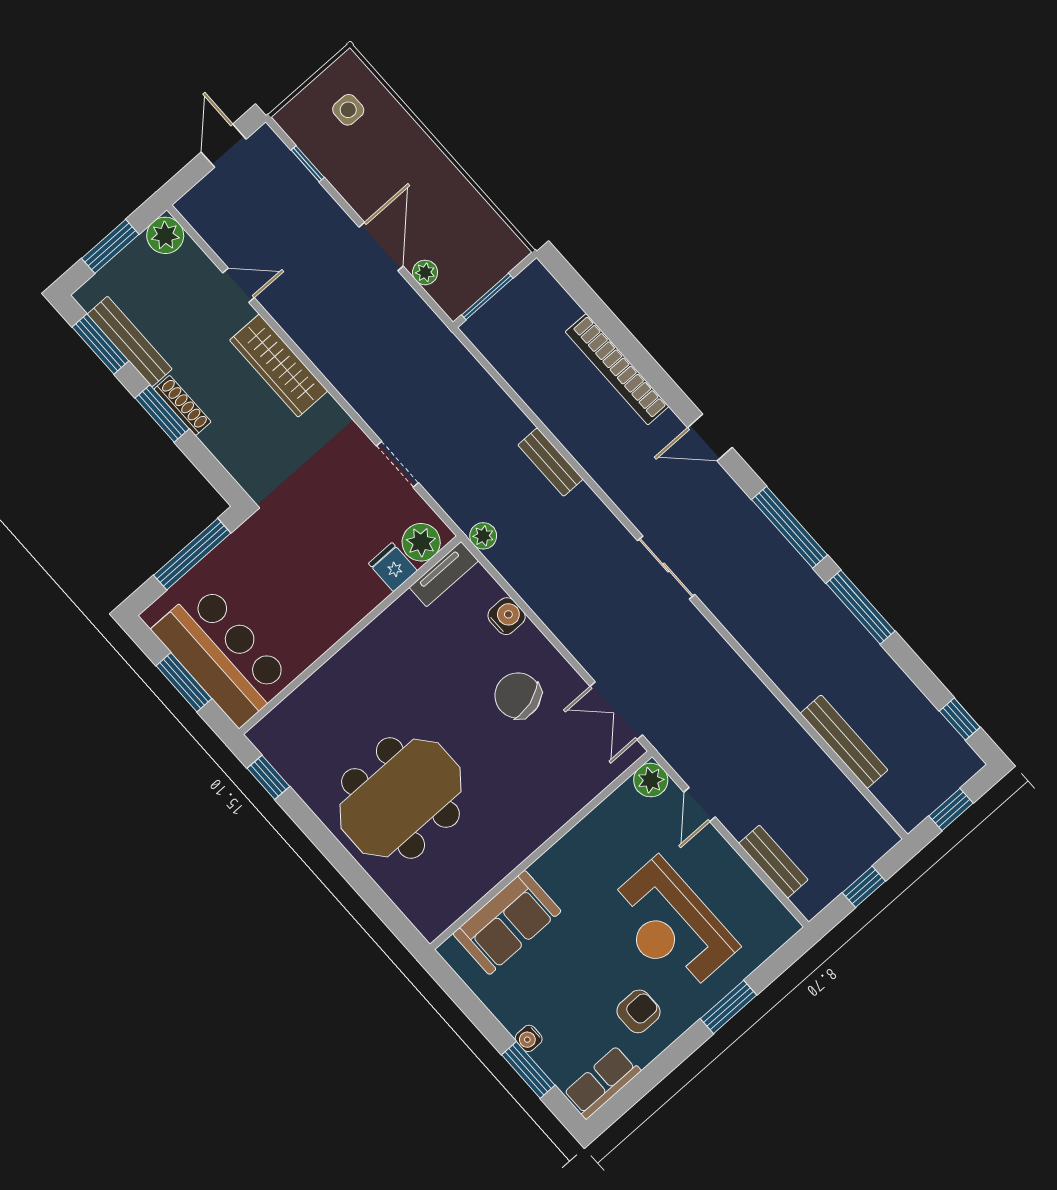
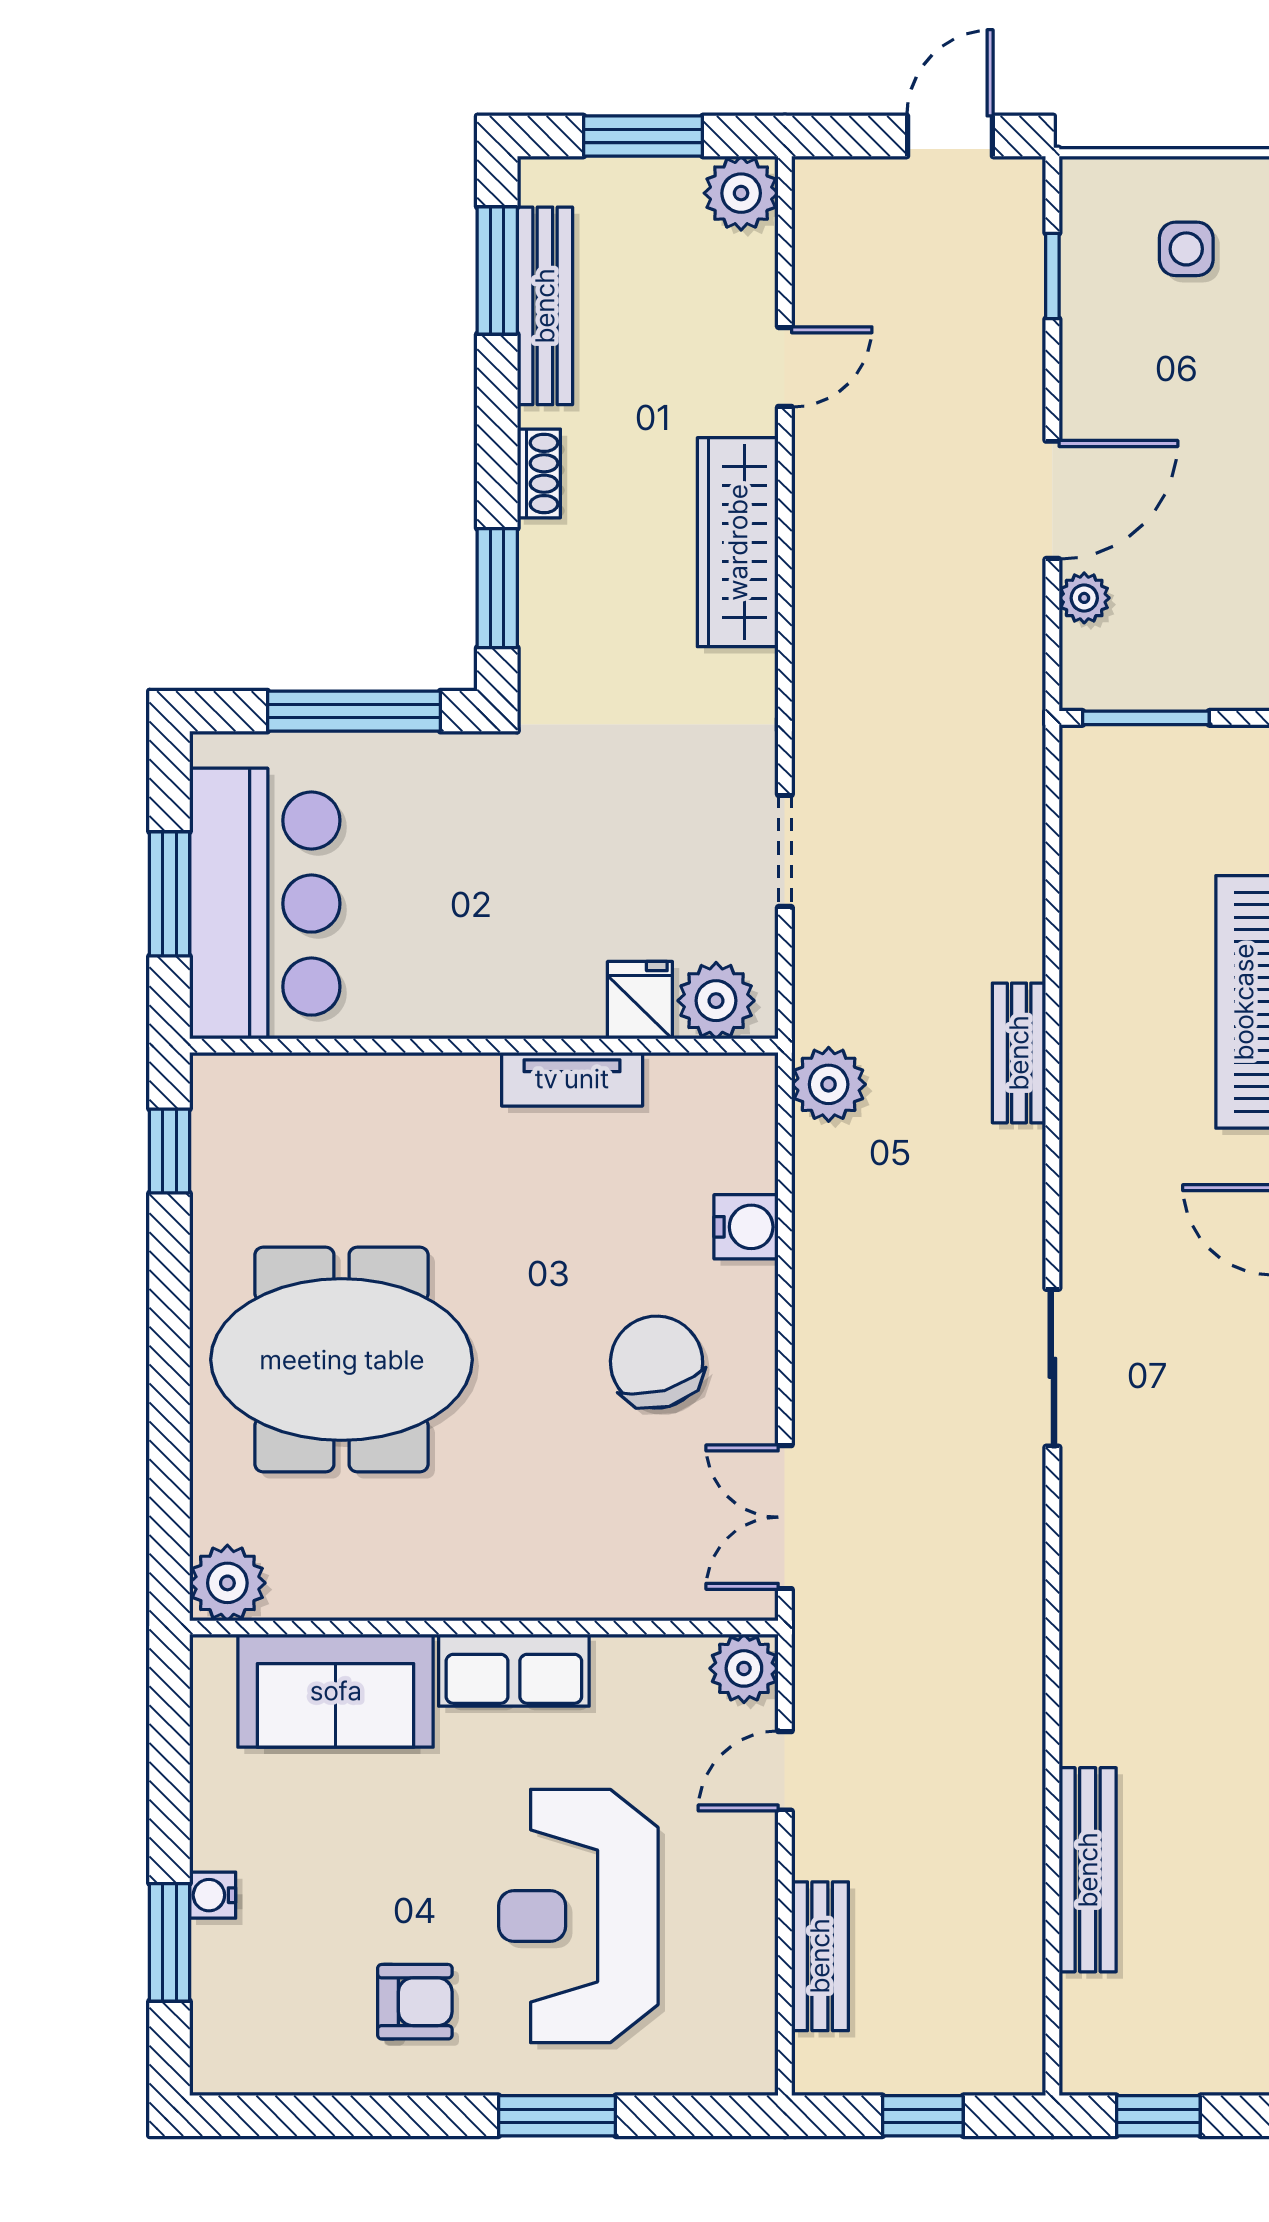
door: (238, 285) -> (785, 367), hinge flipped
shoe rack: (182, 405) -> (539, 473), width x0.70
window: (162, 413) -> (497, 588), moved
plant: (483, 536) -> (829, 1084), width x1.38, depth x1.38
tv unit: (444, 574) -> (572, 1079), moved
plant: (432, 918) -> (227, 1583), added
row of seats: (602, 1082) -> (514, 1670), moved, turned 180

